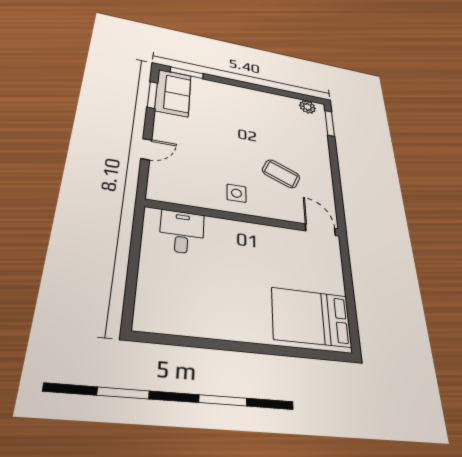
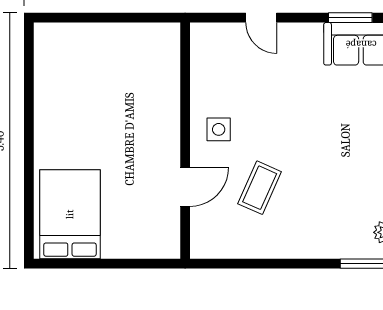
door: (320, 230) -> (185, 187), moved
desk: (182, 232) -> (154, 67), removed

